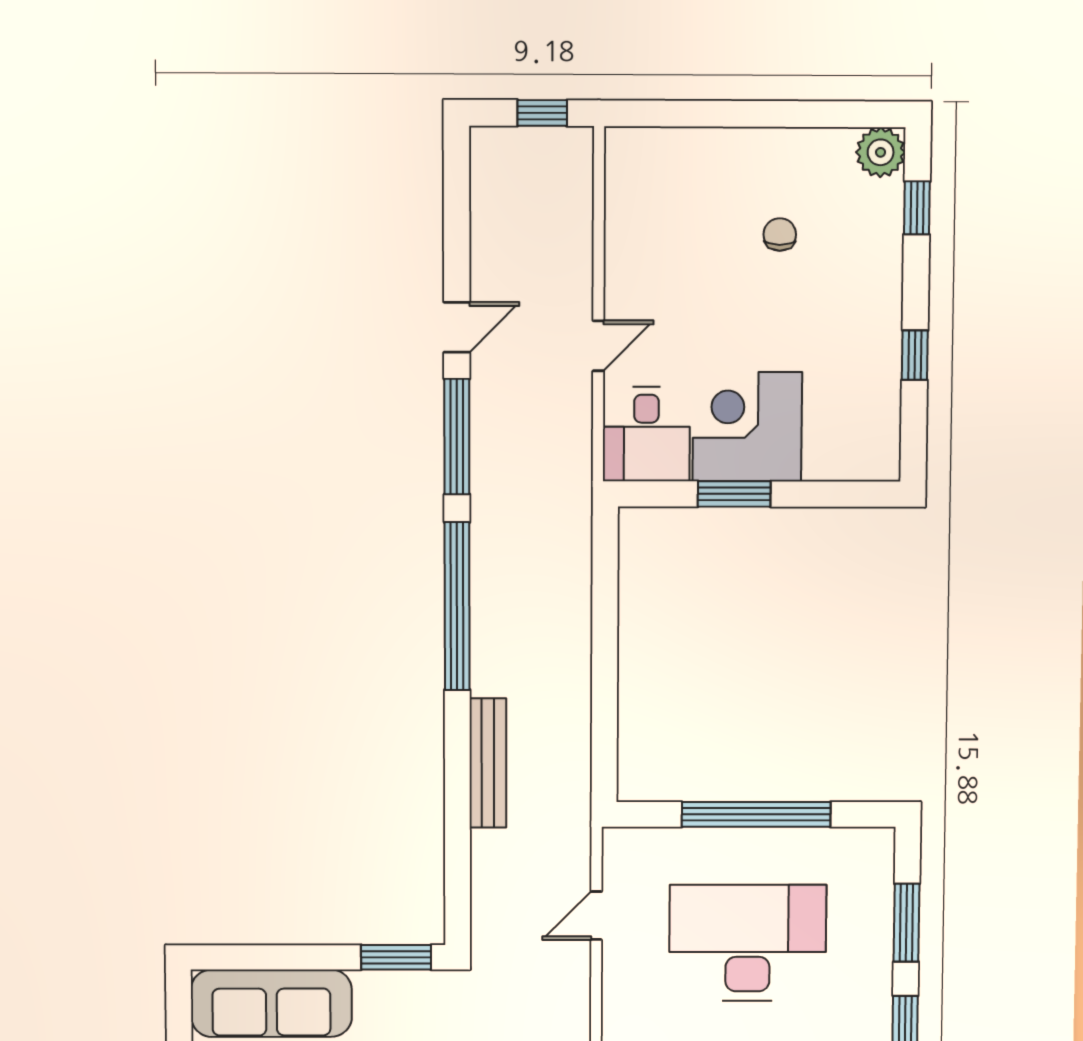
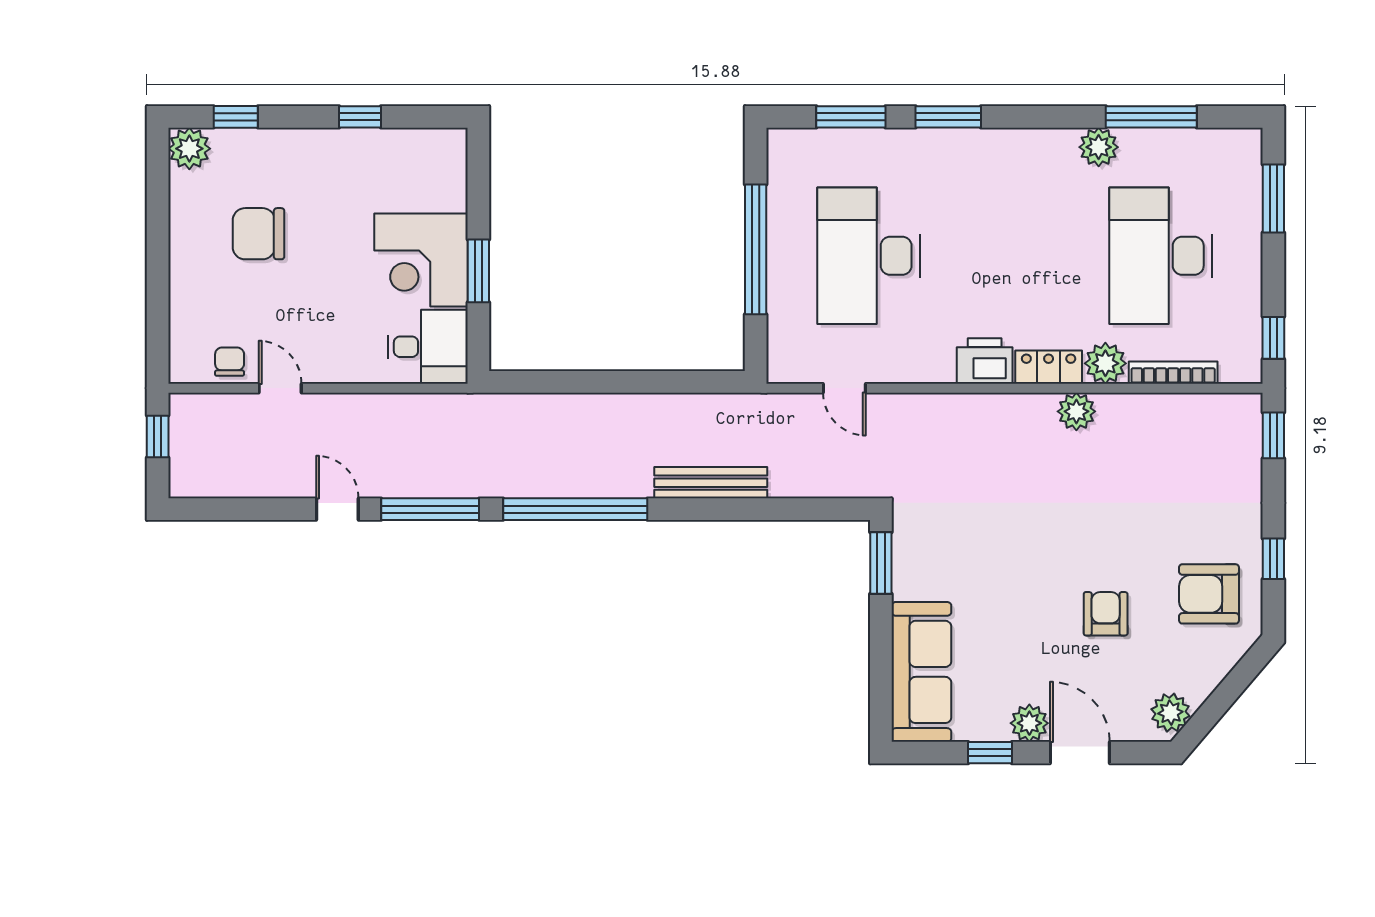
chair: (630, 199) -> (230, 362), added
chair: (780, 234) -> (258, 234), width x1.87, depth x1.87
door: (598, 346) -> (280, 388), moved

